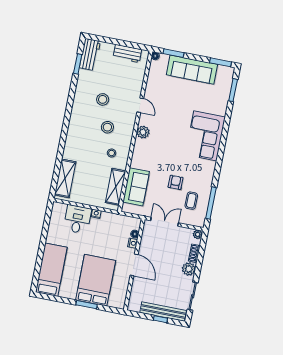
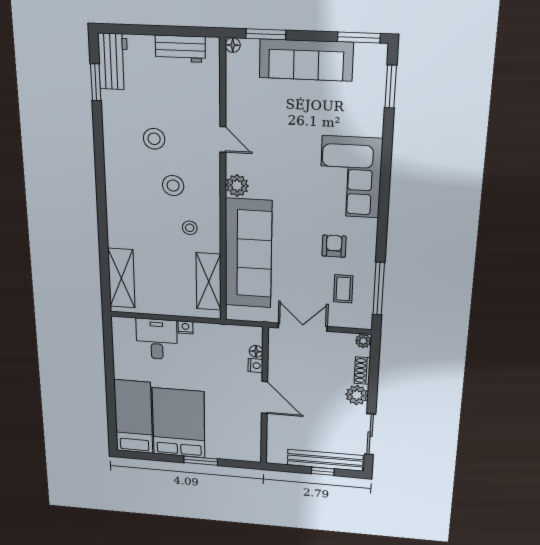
armchair: (176, 182) -> (334, 246), moved
sofa: (136, 187) -> (248, 254), width x1.85, depth x1.27
bed: (96, 280) -> (179, 423), moved

